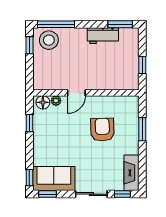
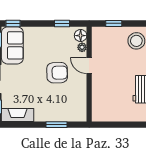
window: (29, 45) -> (114, 23), moved
window: (142, 65) -> (114, 125), removed
armchair: (102, 130) -> (57, 73), moved

